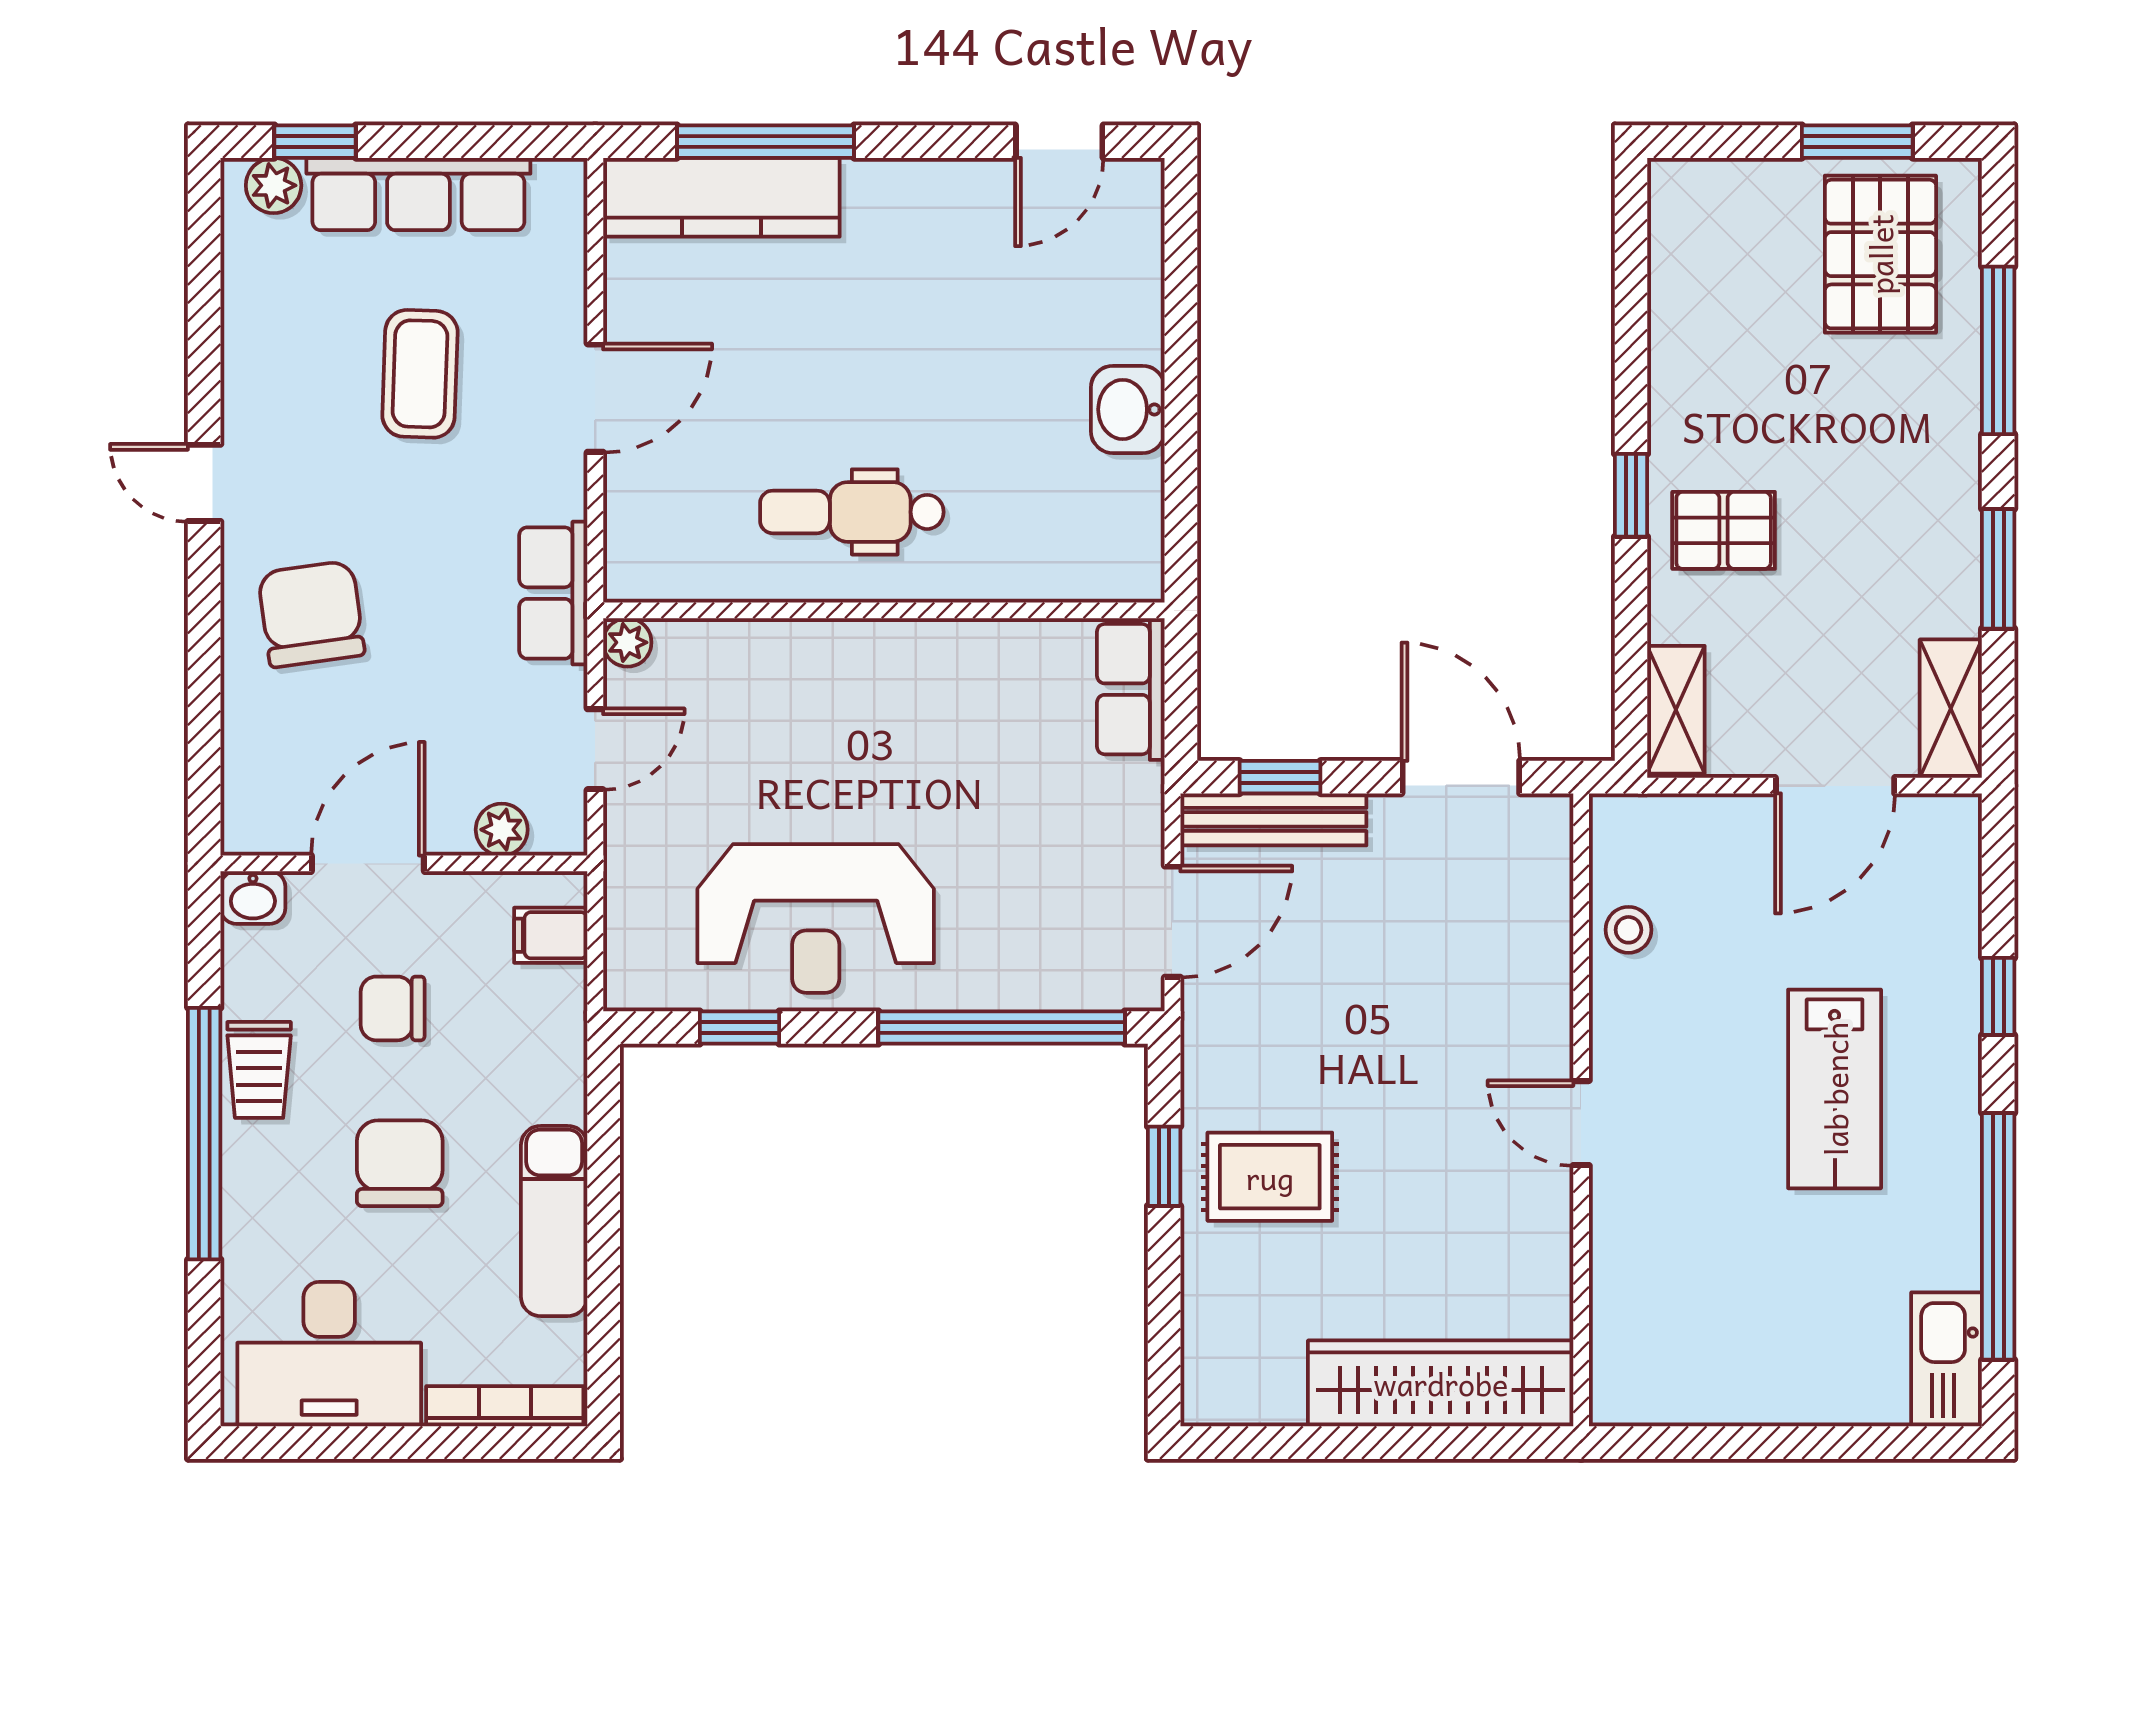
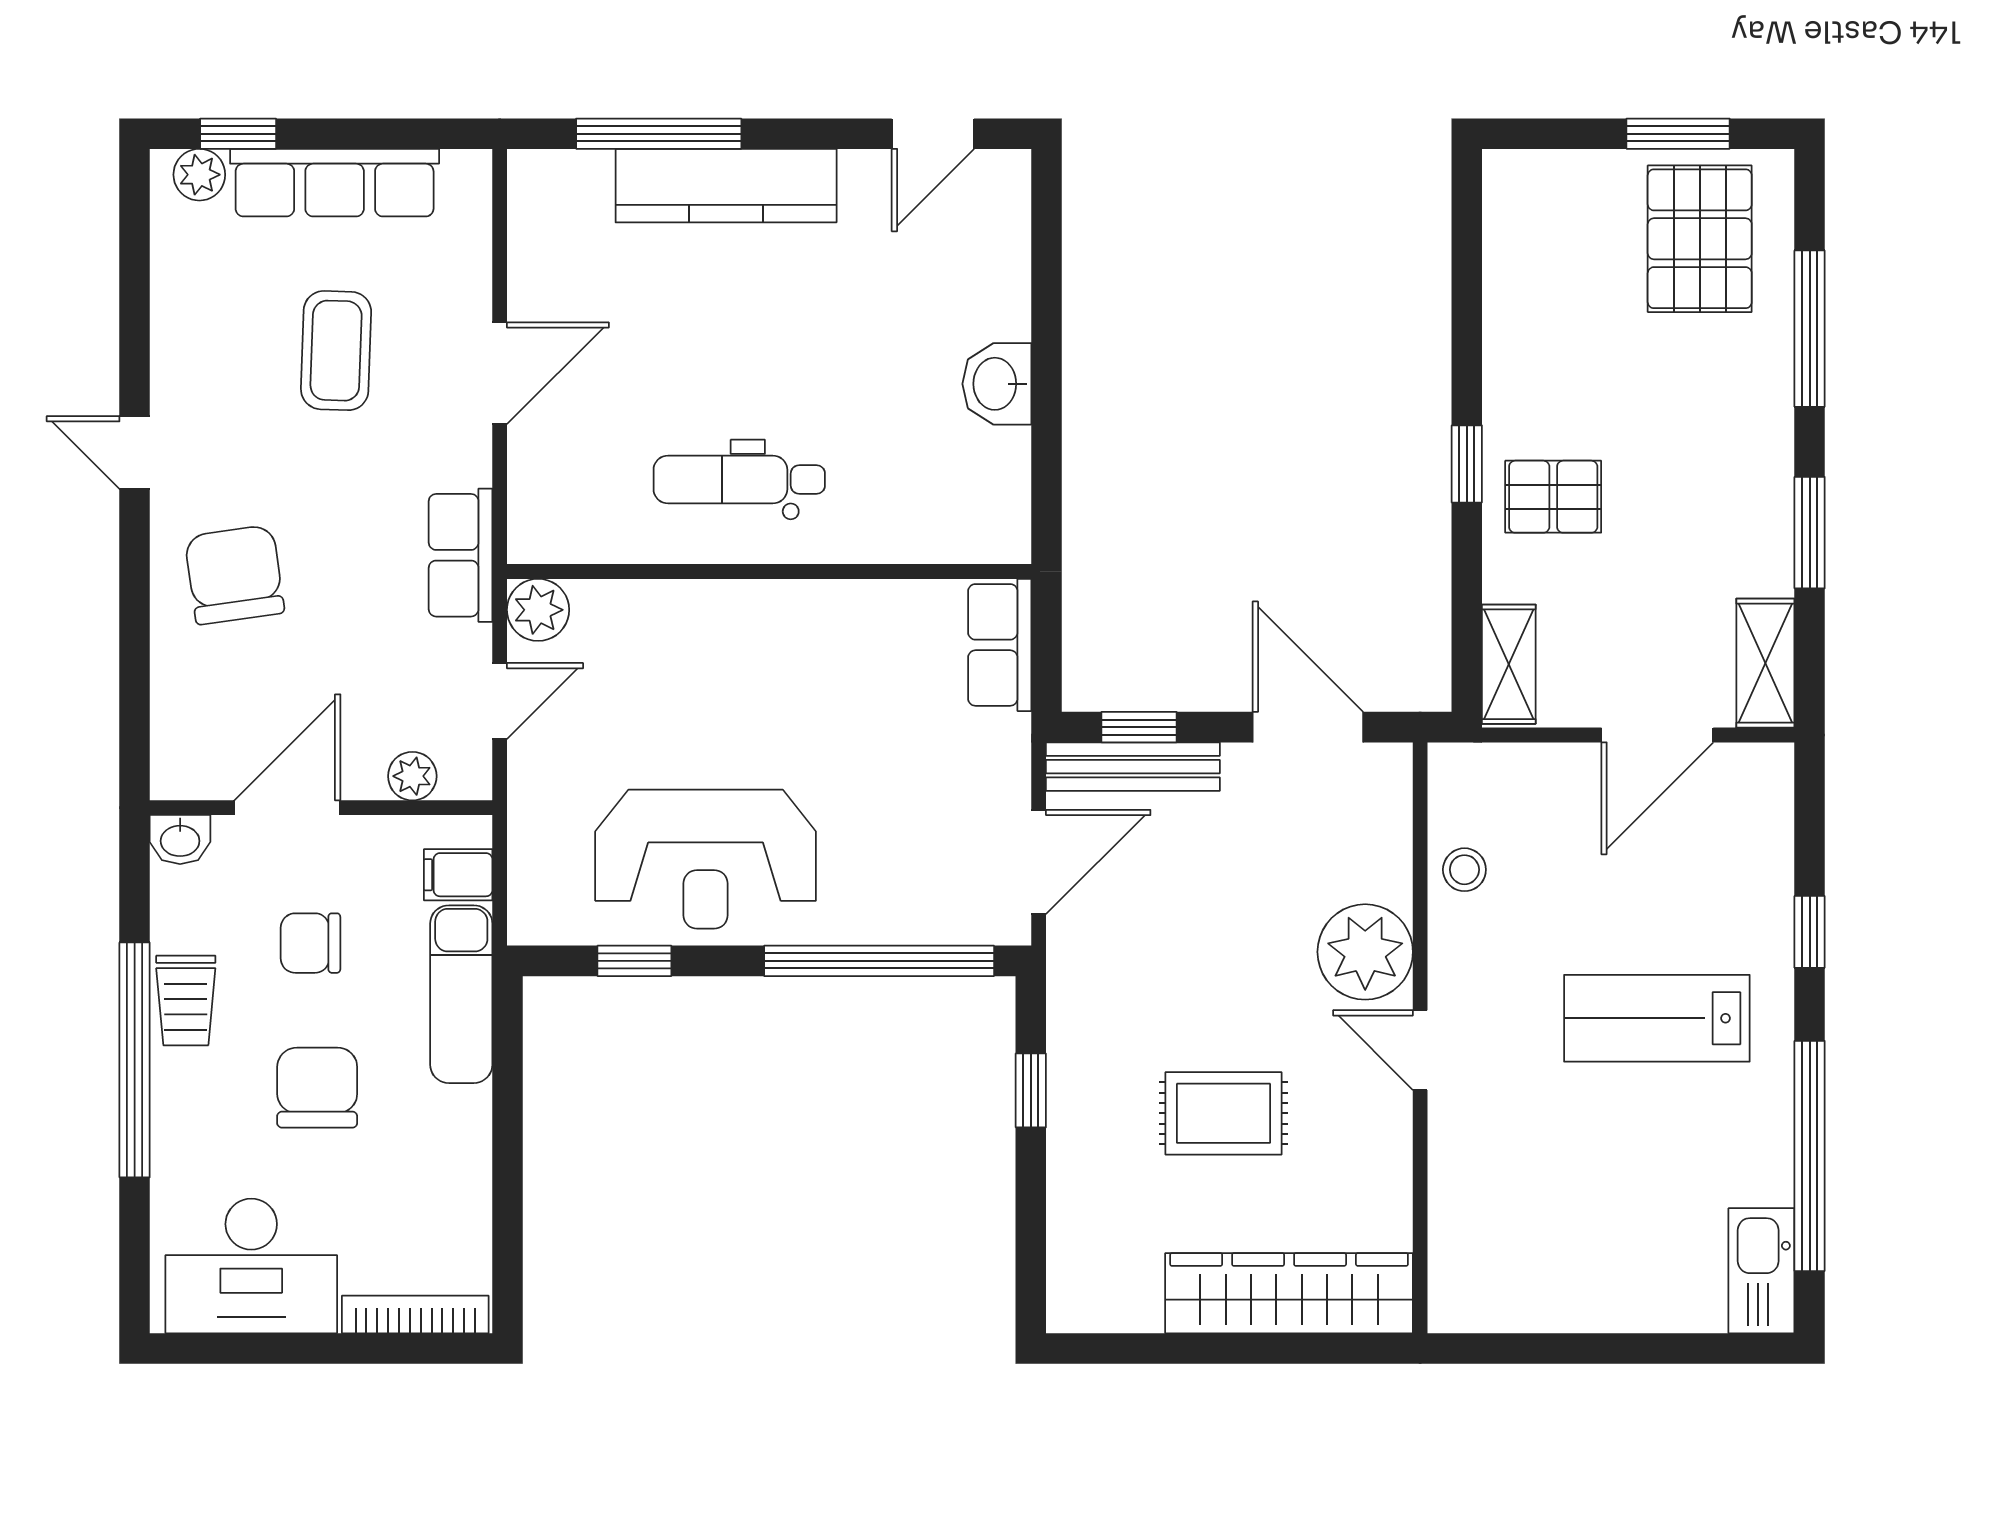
kitchen counter: (721, 197) -> (726, 186), moved
plant: (627, 642) -> (538, 610), width x1.38, depth x1.38
plant: (1522, 1018) -> (1365, 952), added
lab bench: (1835, 1089) -> (1657, 1018), turned 90
rug: (1270, 1177) -> (1223, 1113), moved
exam couch: (554, 1221) -> (461, 994), moved

